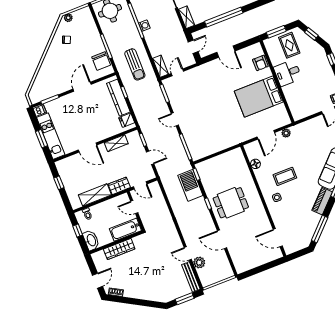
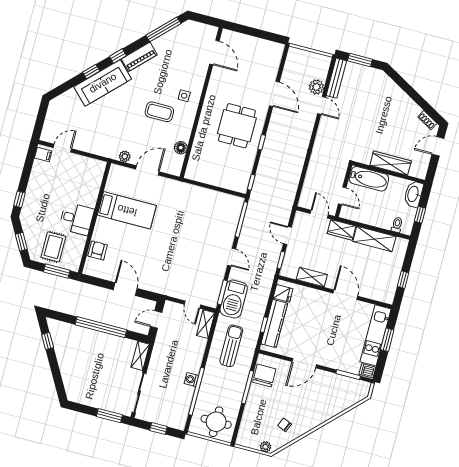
door: (177, 72) -> (192, 305), hinge flipped
bed: (259, 97) -> (127, 210), width x0.67
barbecue: (190, 185) -> (234, 299), moved
dining table: (231, 203) -> (237, 126), turned 90

